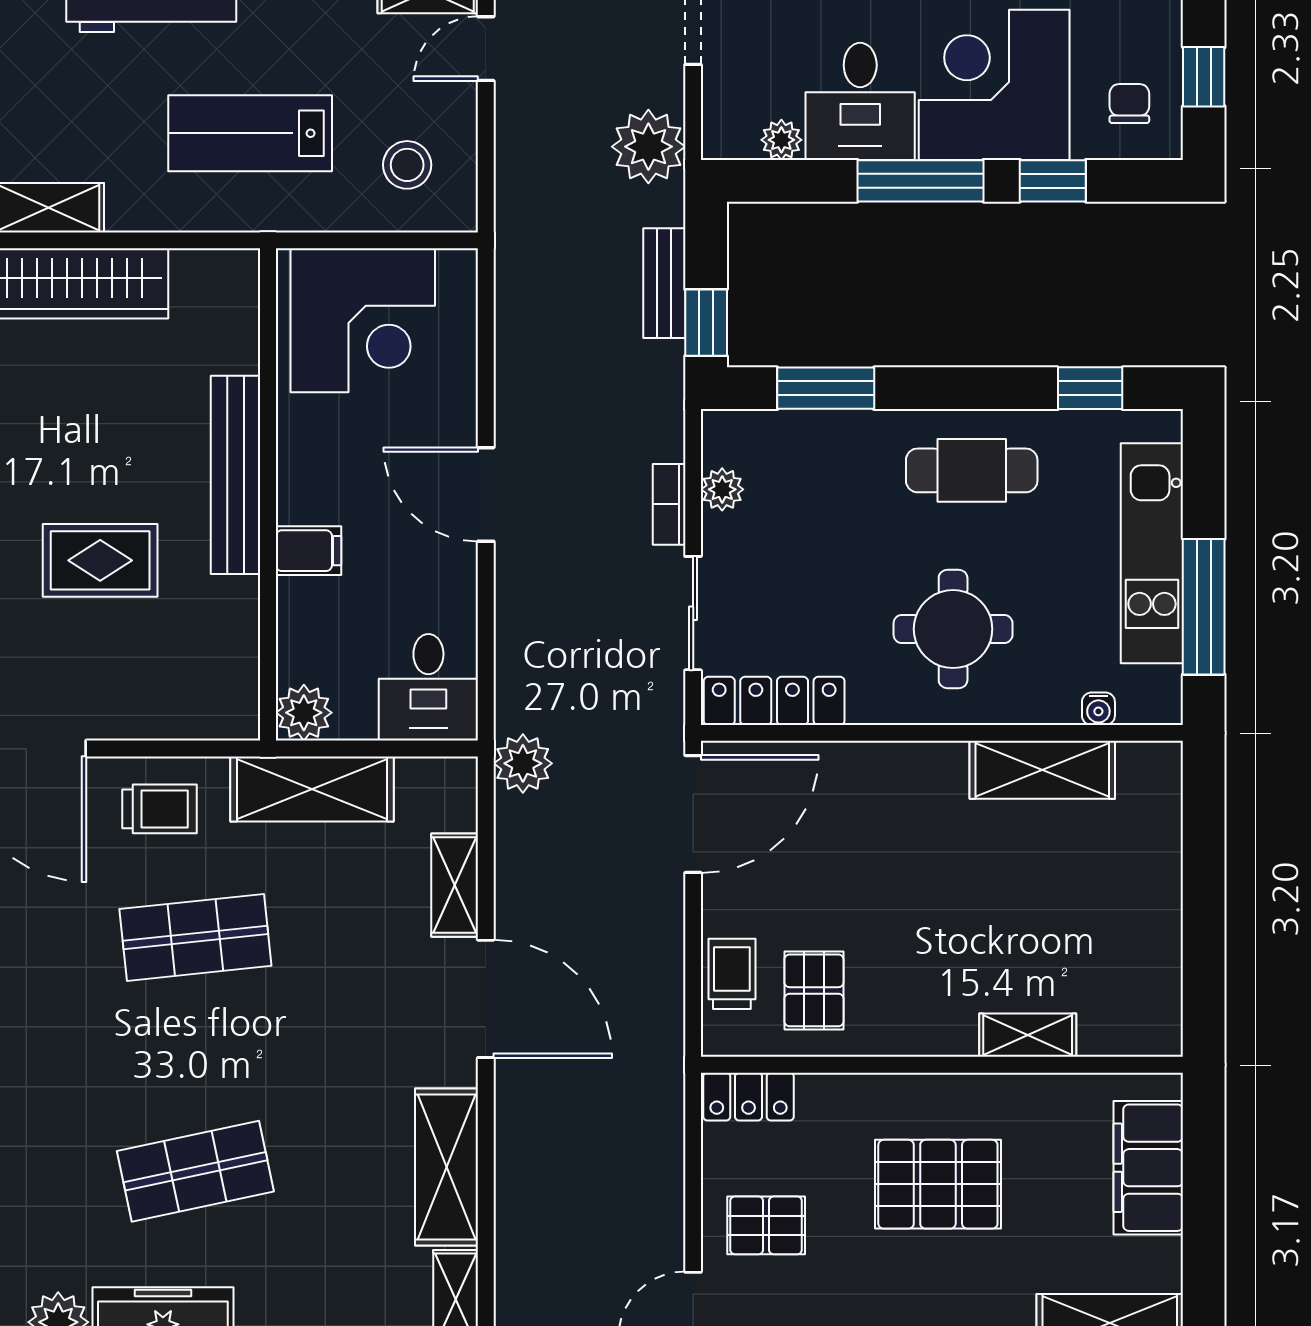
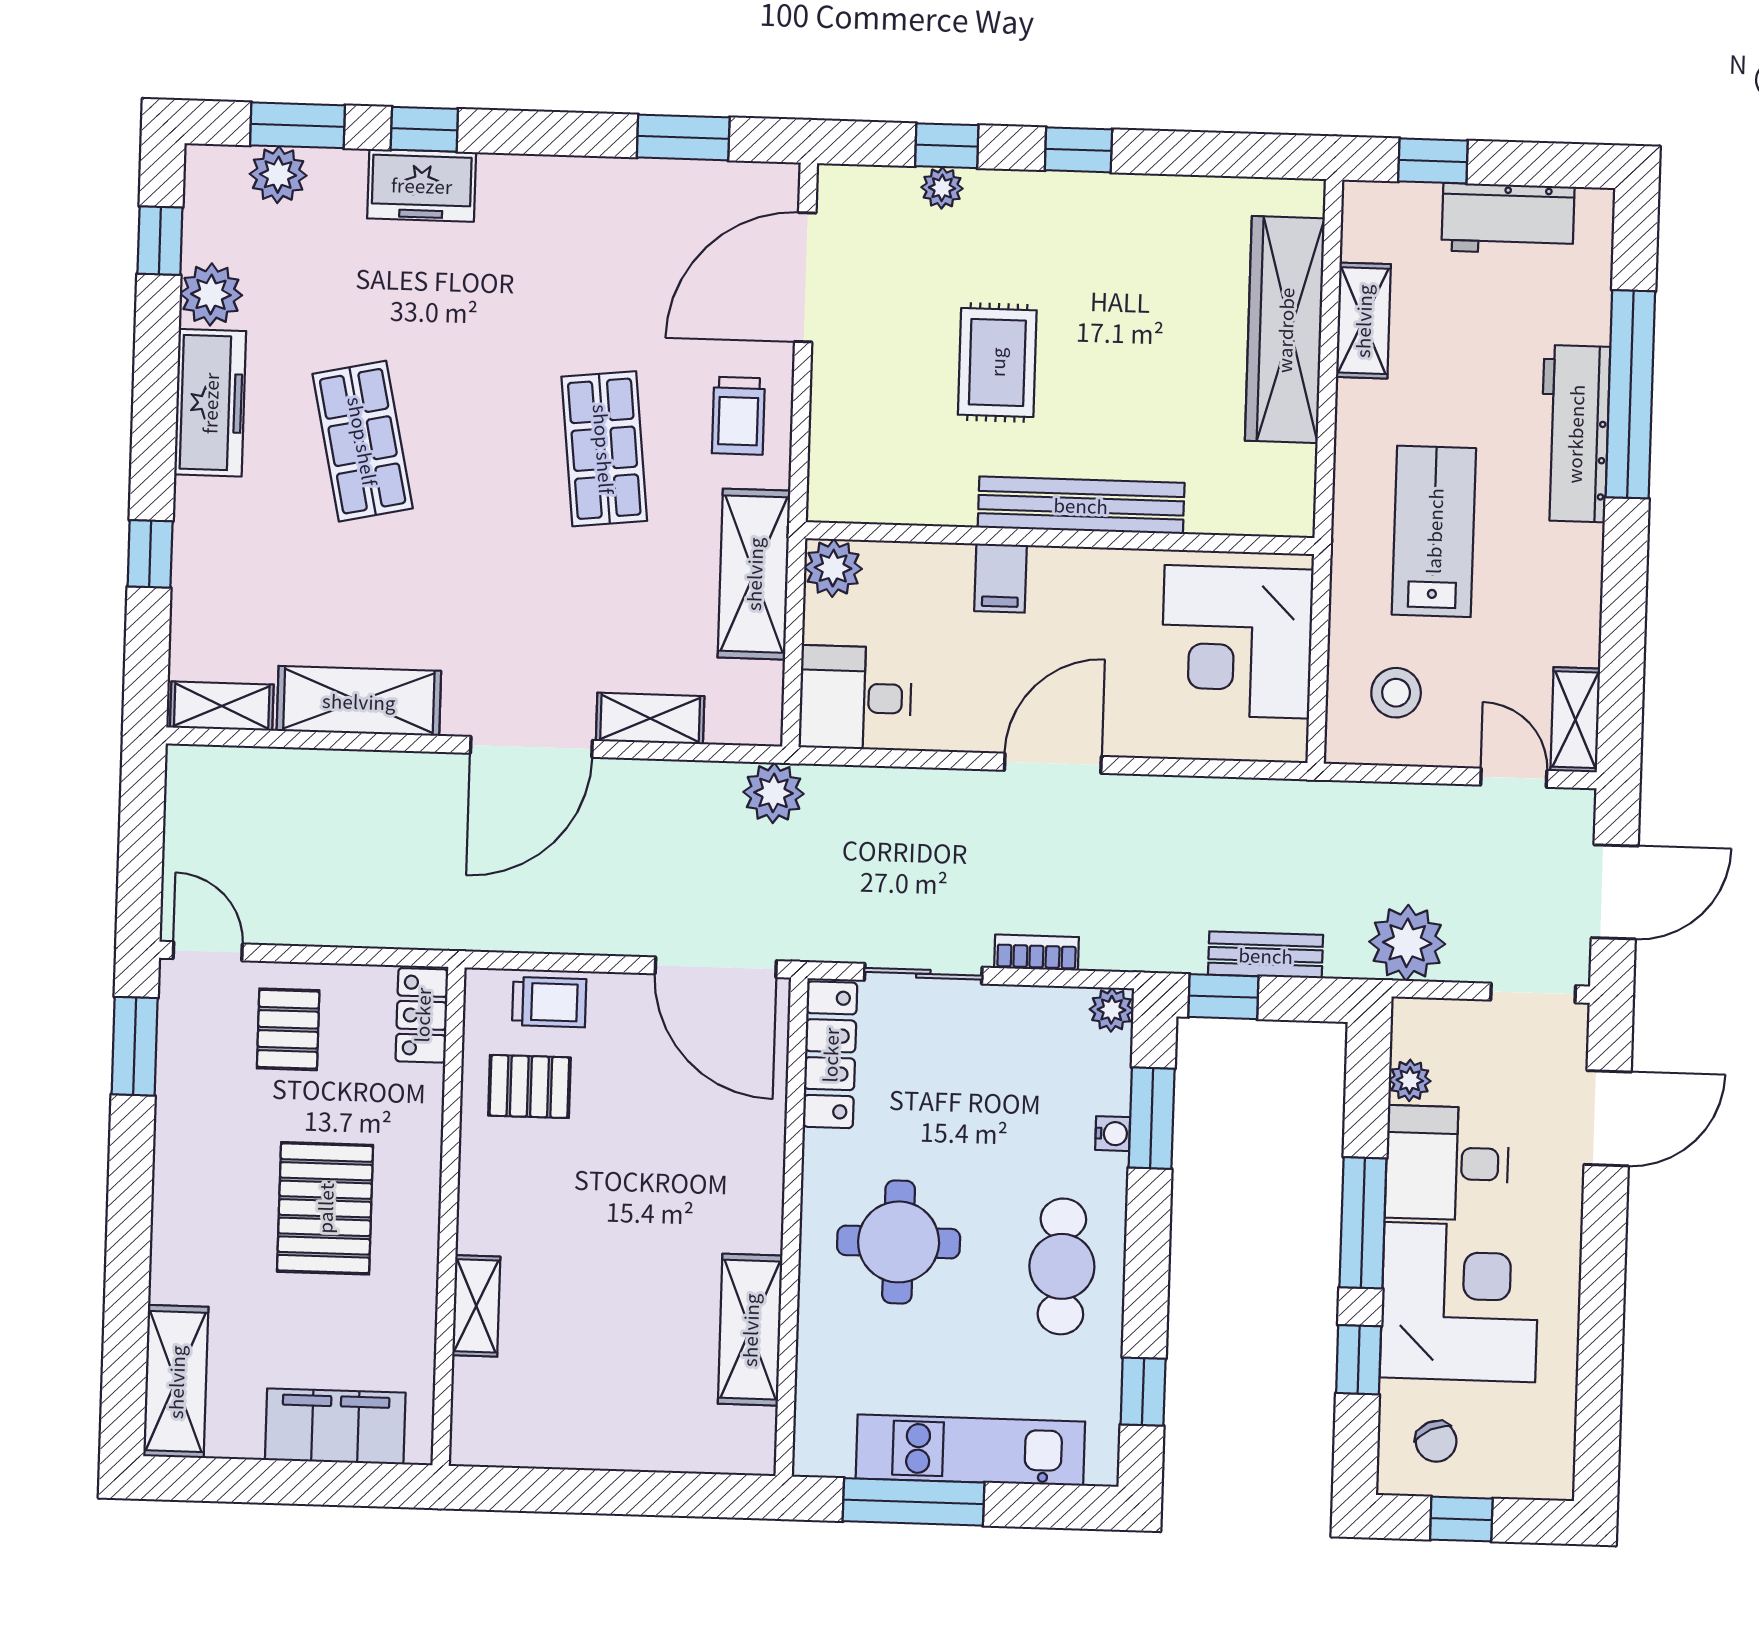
chair: (1129, 104) -> (1436, 1441), turned 65
plant: (722, 489) -> (1112, 1010), moved
water cooler: (1098, 709) -> (1113, 1134), moved, turned 180

